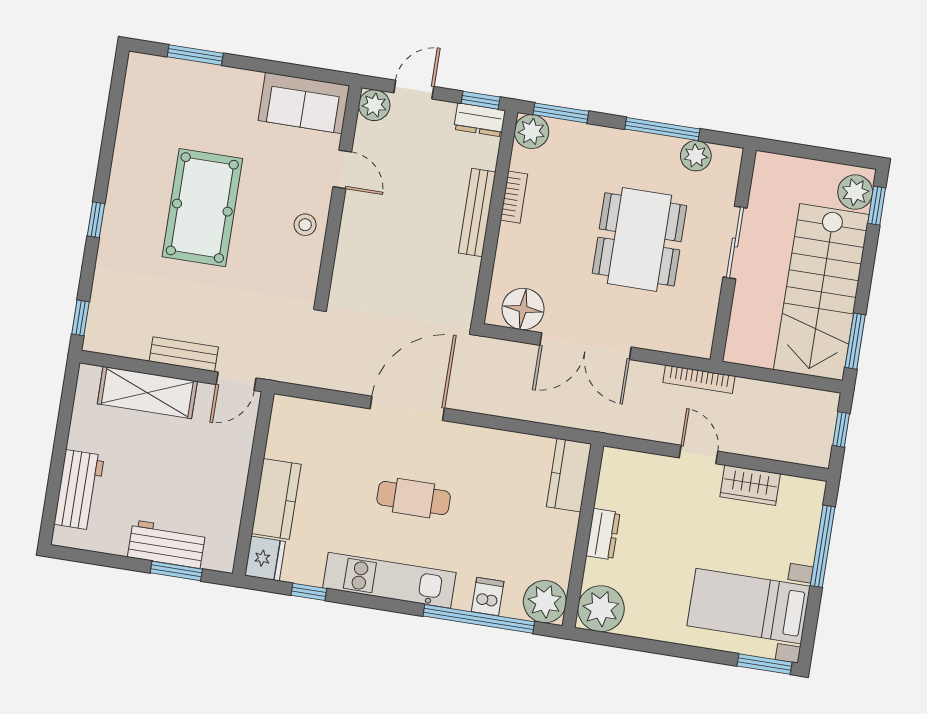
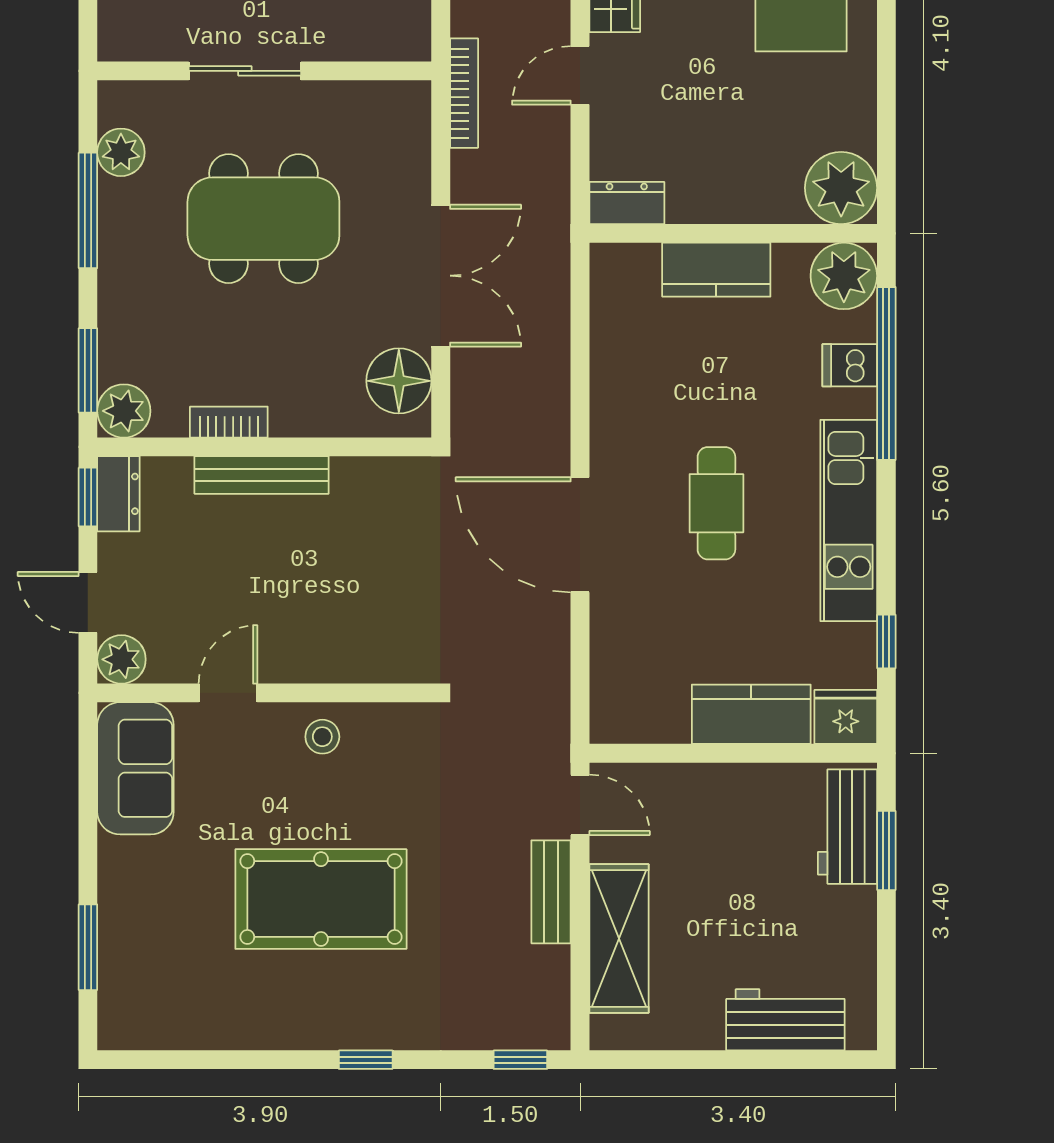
kitchen counter: (569, 475) -> (716, 270), moved
dresser: (603, 534) -> (627, 203), moved
workbench: (167, 544) -> (848, 827), moved

